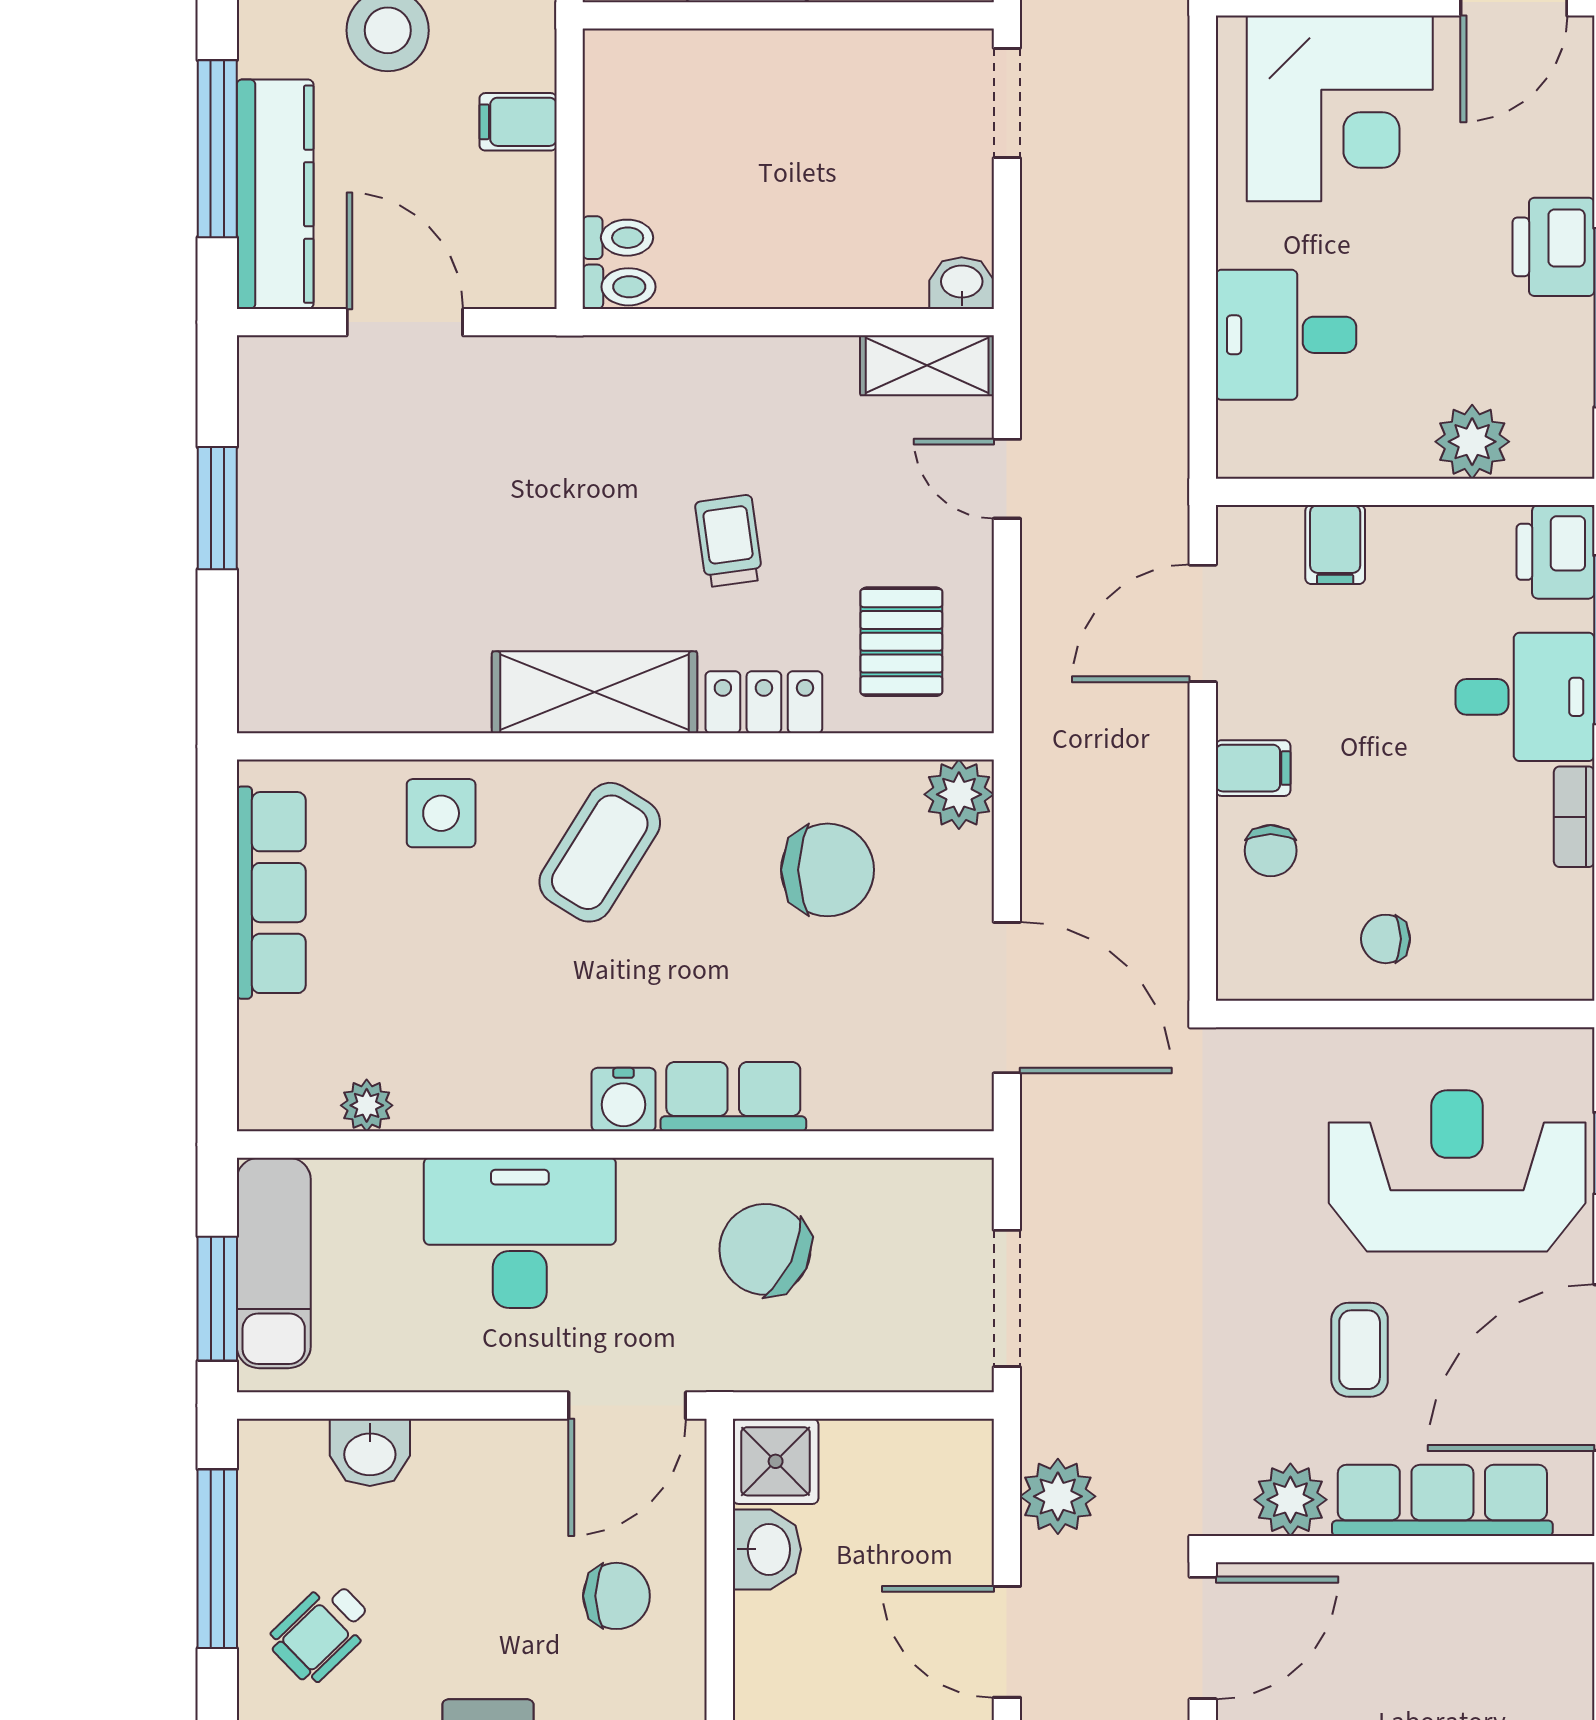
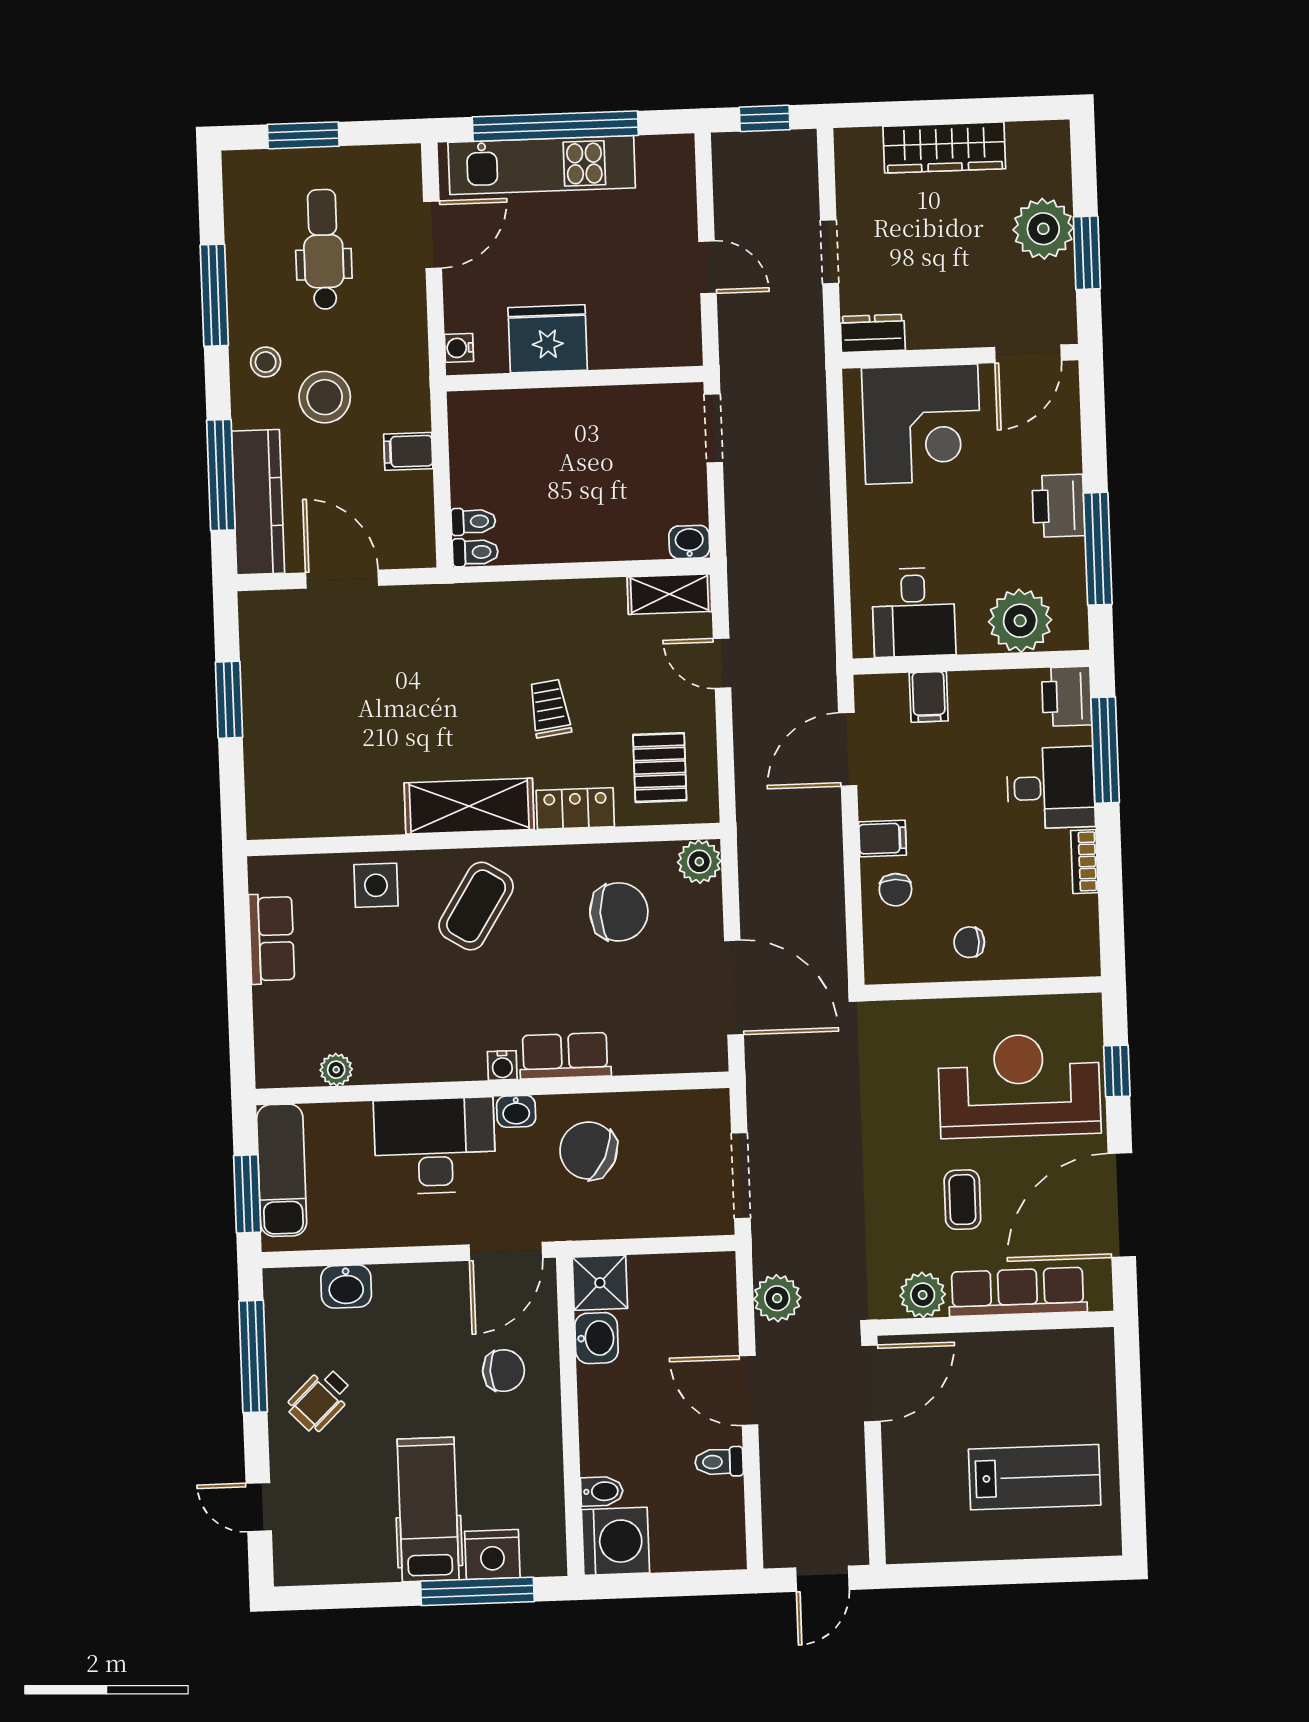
desk: (1286, 335) -> (914, 612), moved, turned -90
plant: (1472, 442) -> (1020, 621), width x1.36, depth x1.36
row of seats: (271, 893) -> (272, 939), width x0.68
water cooler: (624, 1100) -> (502, 1065), width x0.72, depth x0.72
washbasin: (652, 1182) -> (516, 1111), added

